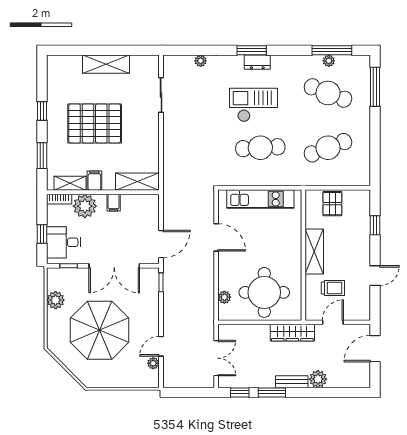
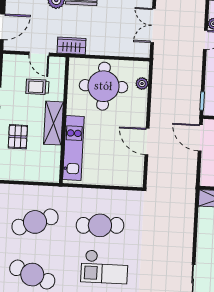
kitchen unit: (260, 199) -> (73, 148), moved, turned 90
pallet: (332, 204) -> (18, 137), moved
door: (161, 244) -> (200, 138), hinge flipped
door: (333, 322) -> (39, 54), hinge flipped
wardrobe: (292, 333) -> (72, 46), width x0.67

